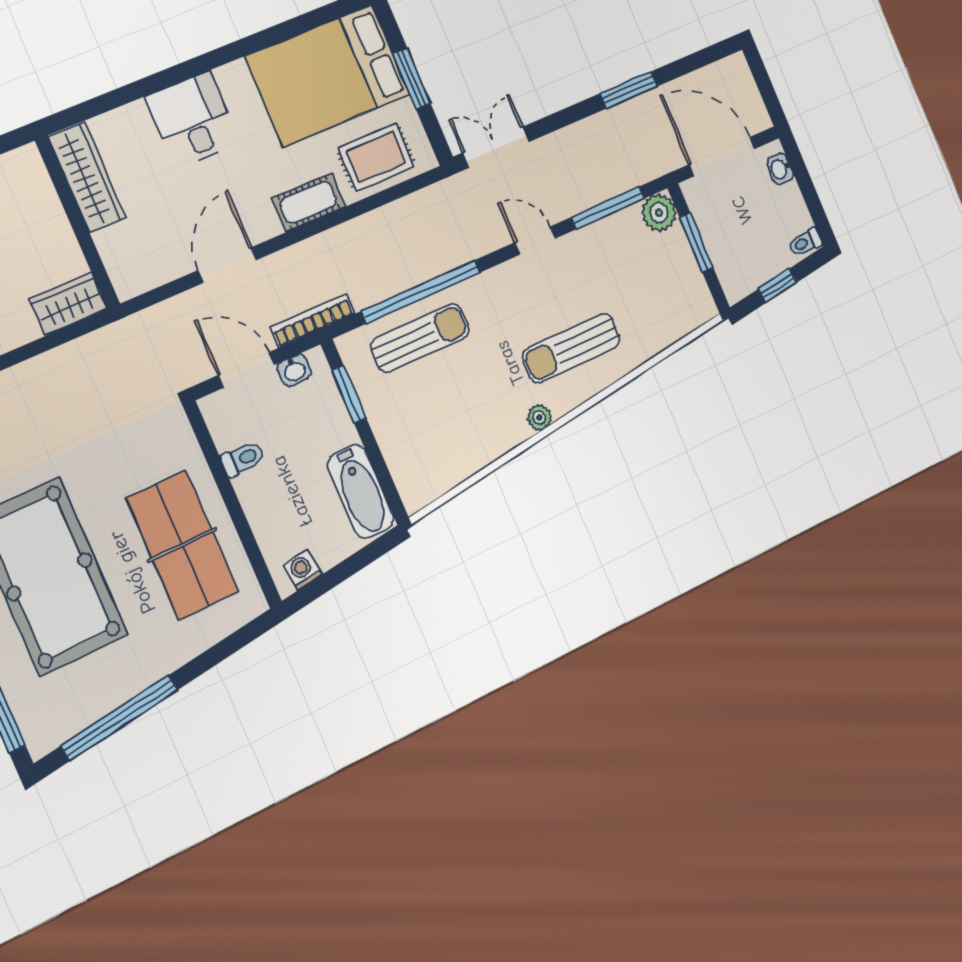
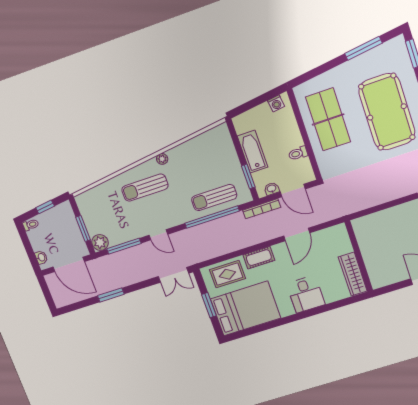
wardrobe: (68, 304) -> (366, 224), removed
sun lounger: (571, 348) -> (145, 188), turned 180
bathtub: (361, 491) -> (253, 152), moved
window: (119, 718) -> (363, 48), width x0.68

